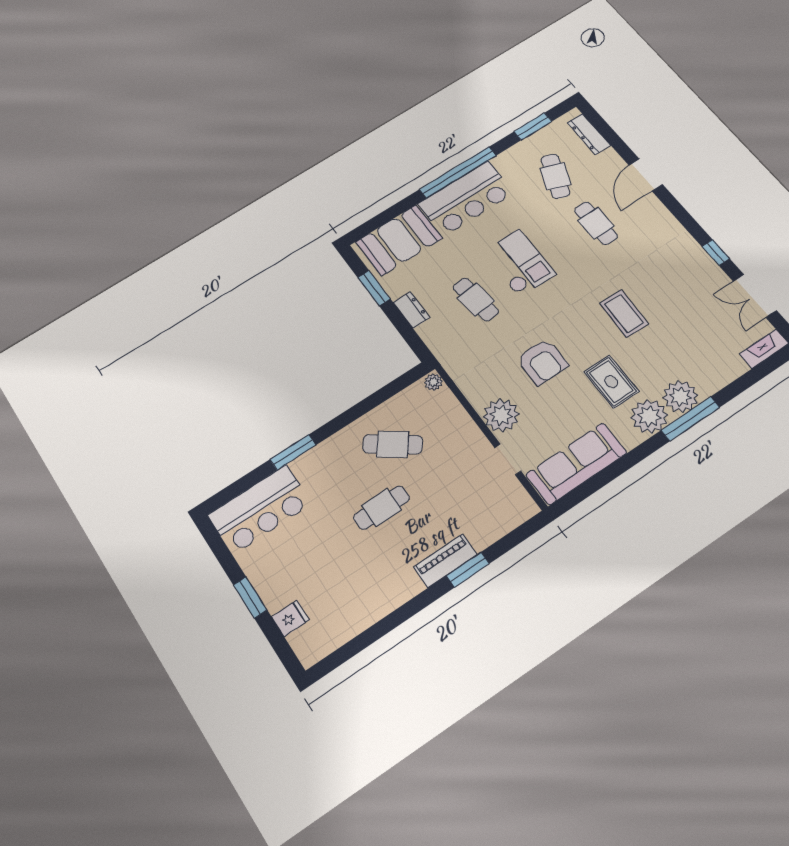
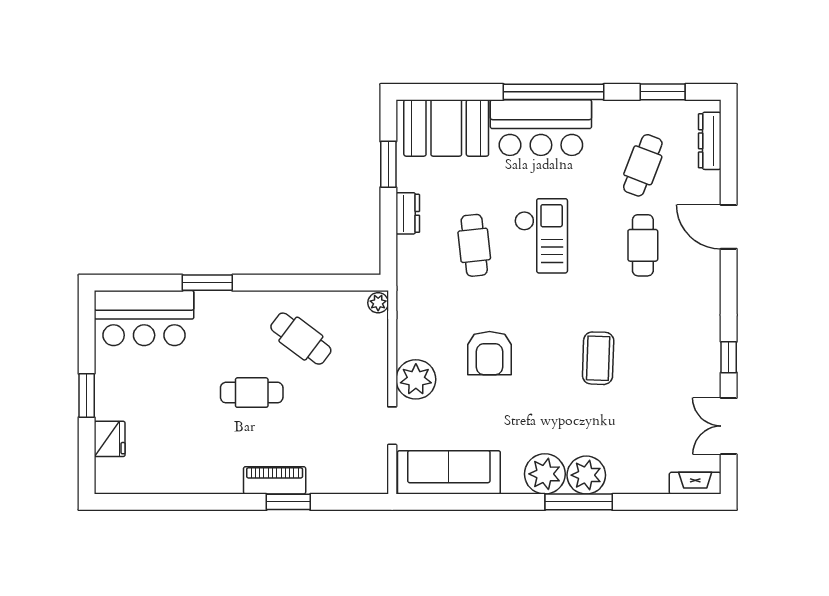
door: (646, 175) -> (729, 227), hinge flipped
rug: (611, 382) -> (536, 417), removed
fridge: (290, 618) -> (110, 439), width x1.38

